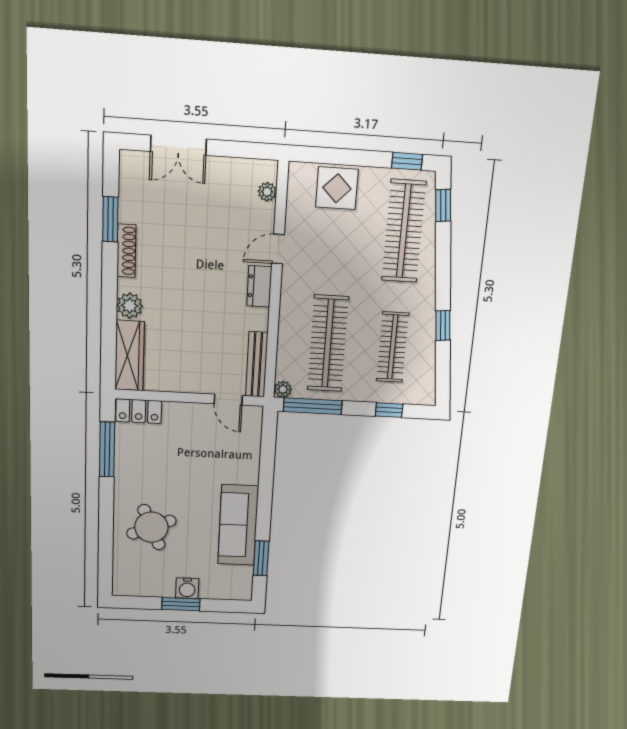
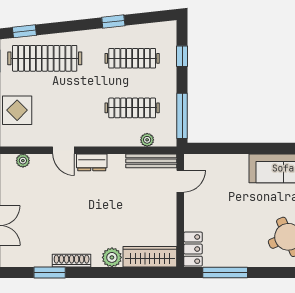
clothes rail: (328, 344) -> (132, 108), width x0.73, depth x0.76
plant: (283, 389) -> (147, 140), moved

